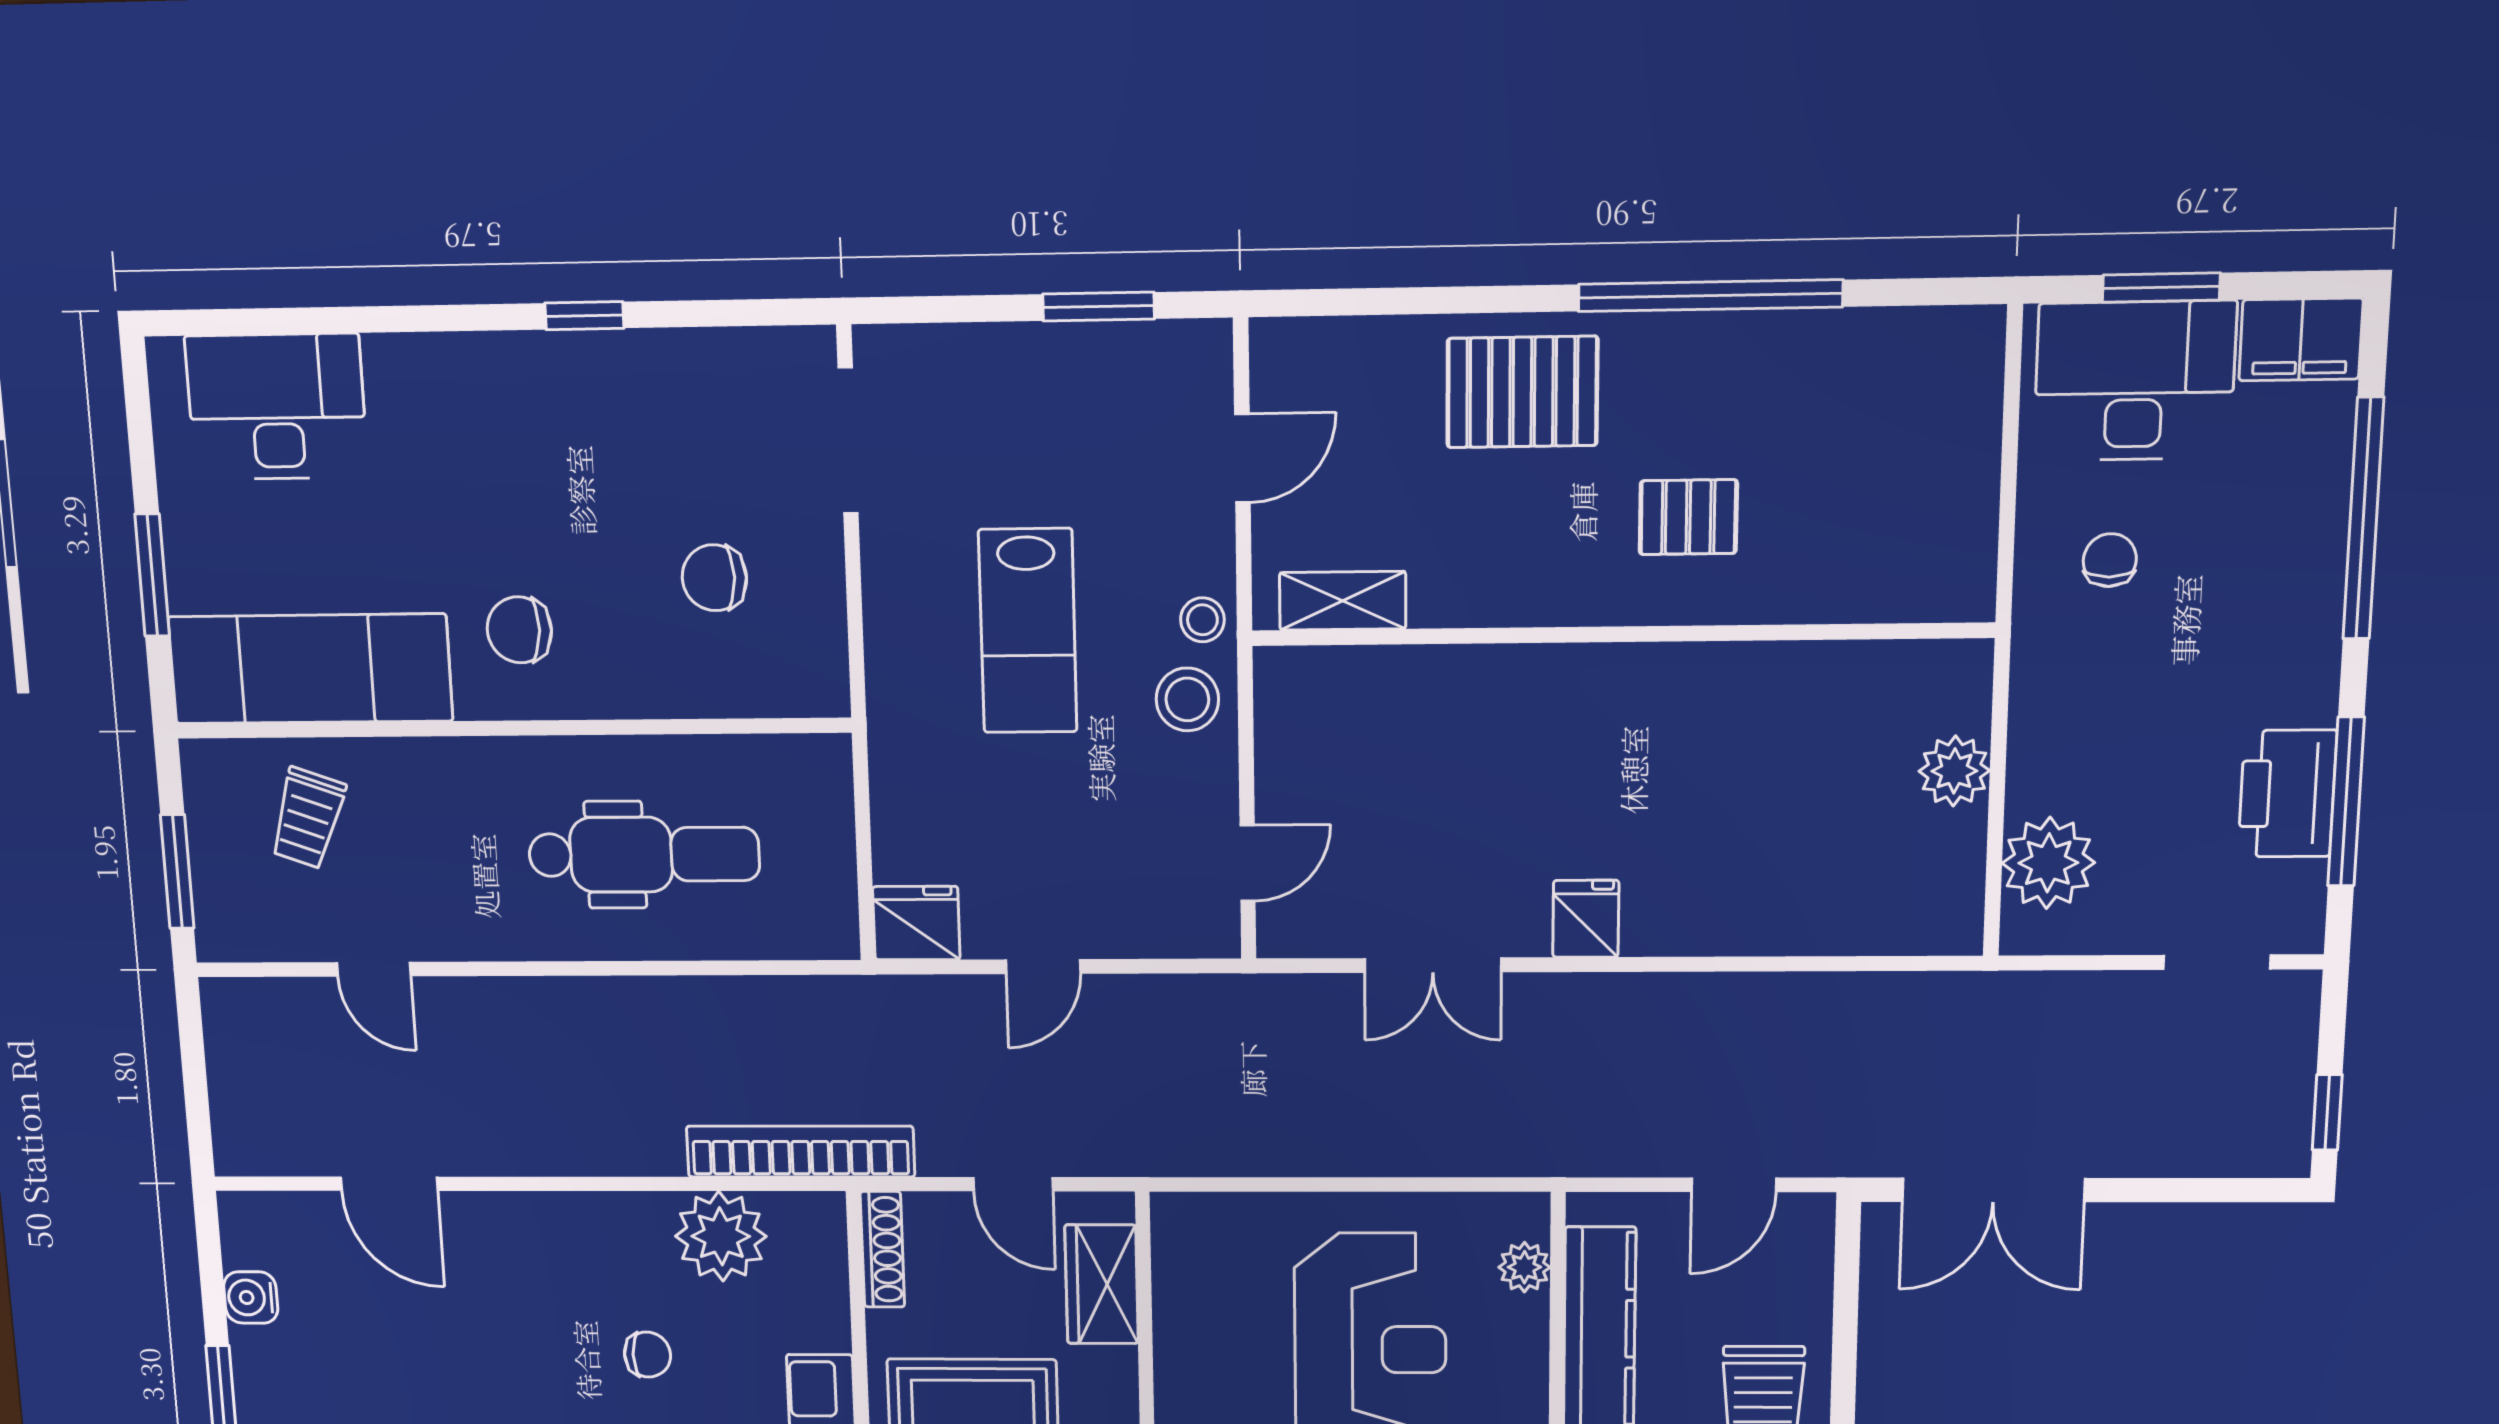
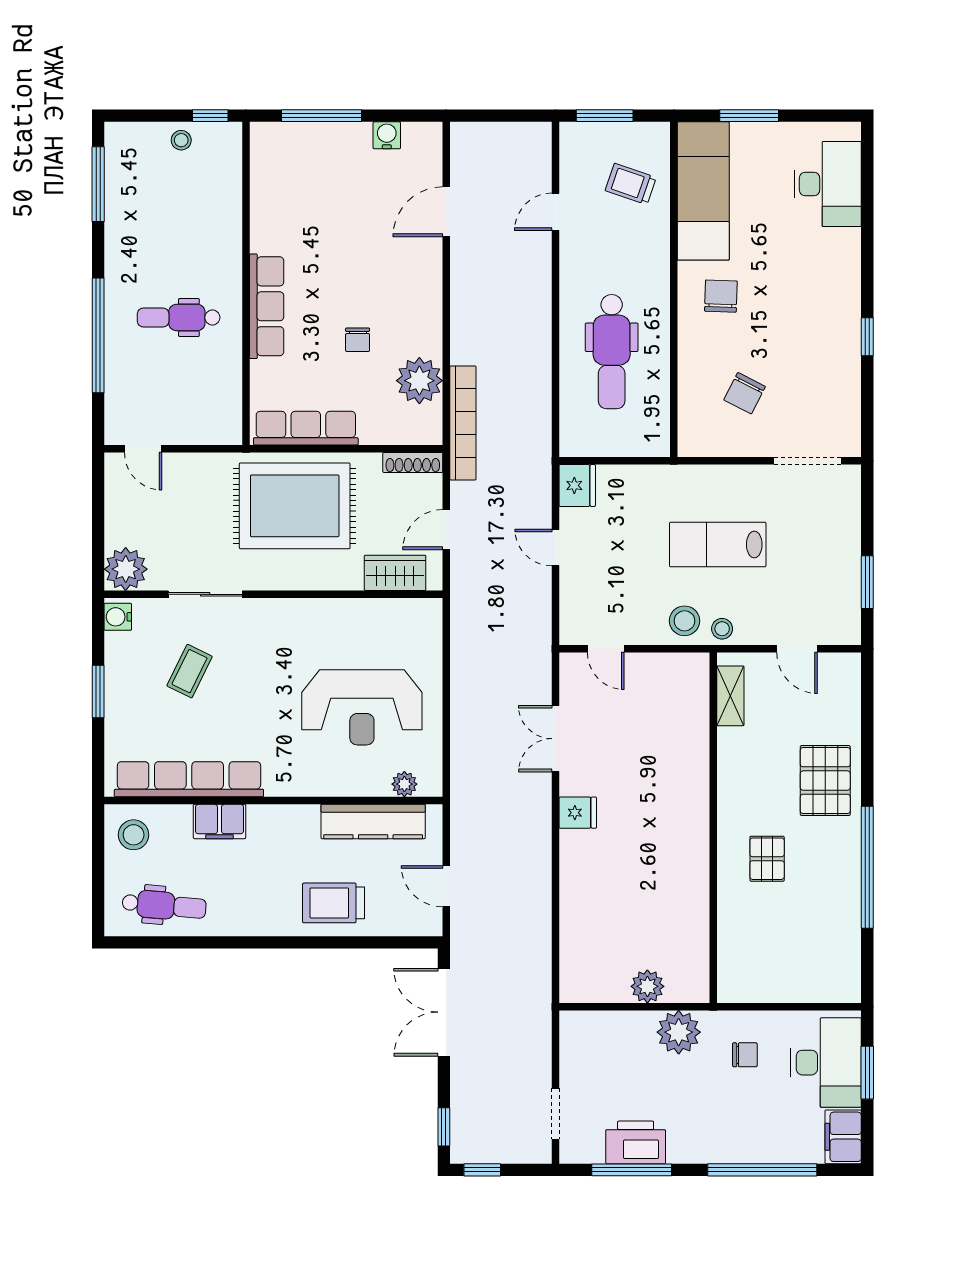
chair: (714, 578) -> (745, 393), turned -153
plant: (2048, 863) -> (679, 1032), moved
window: (2232, 1190) -> (444, 1127), added

